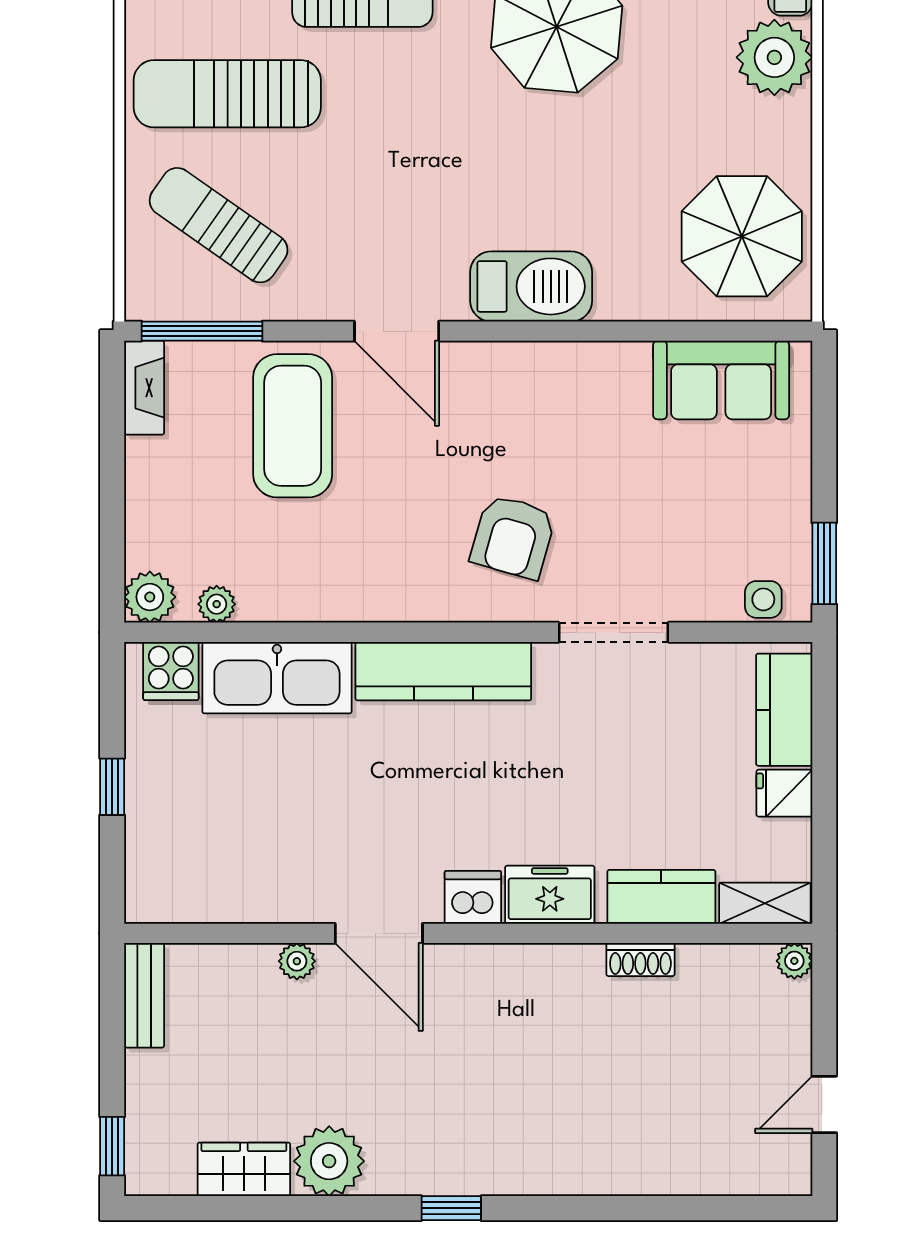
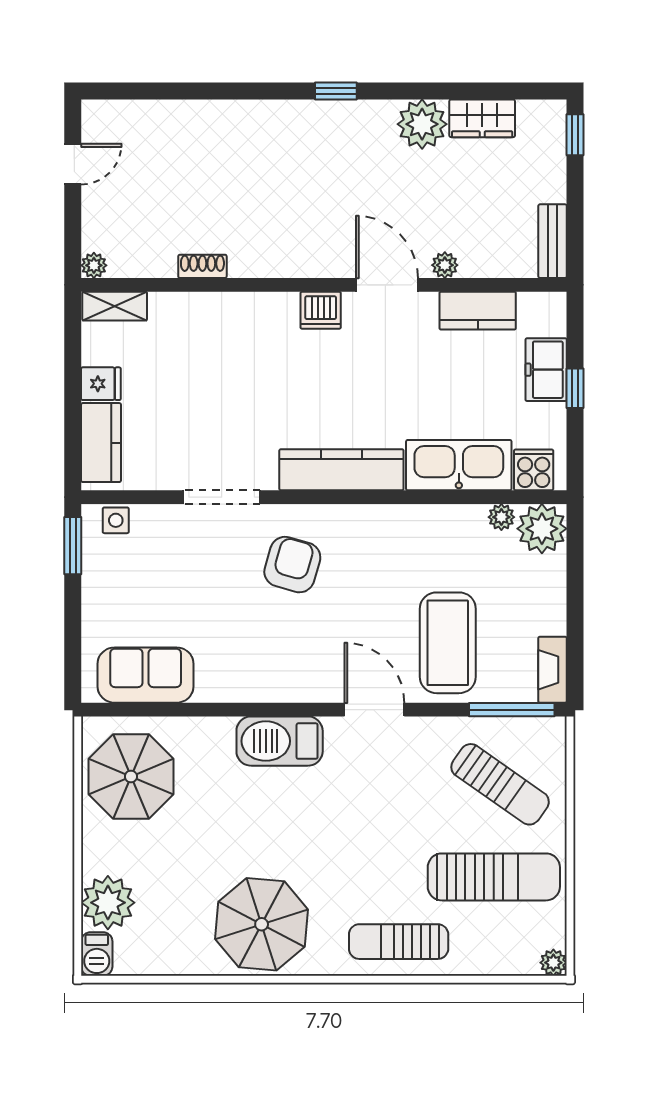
plant: (150, 597) -> (542, 529), width x1.36, depth x1.36
freezer: (550, 895) -> (546, 370), moved, turned 90
kitchen counter: (661, 897) -> (478, 311), moved

